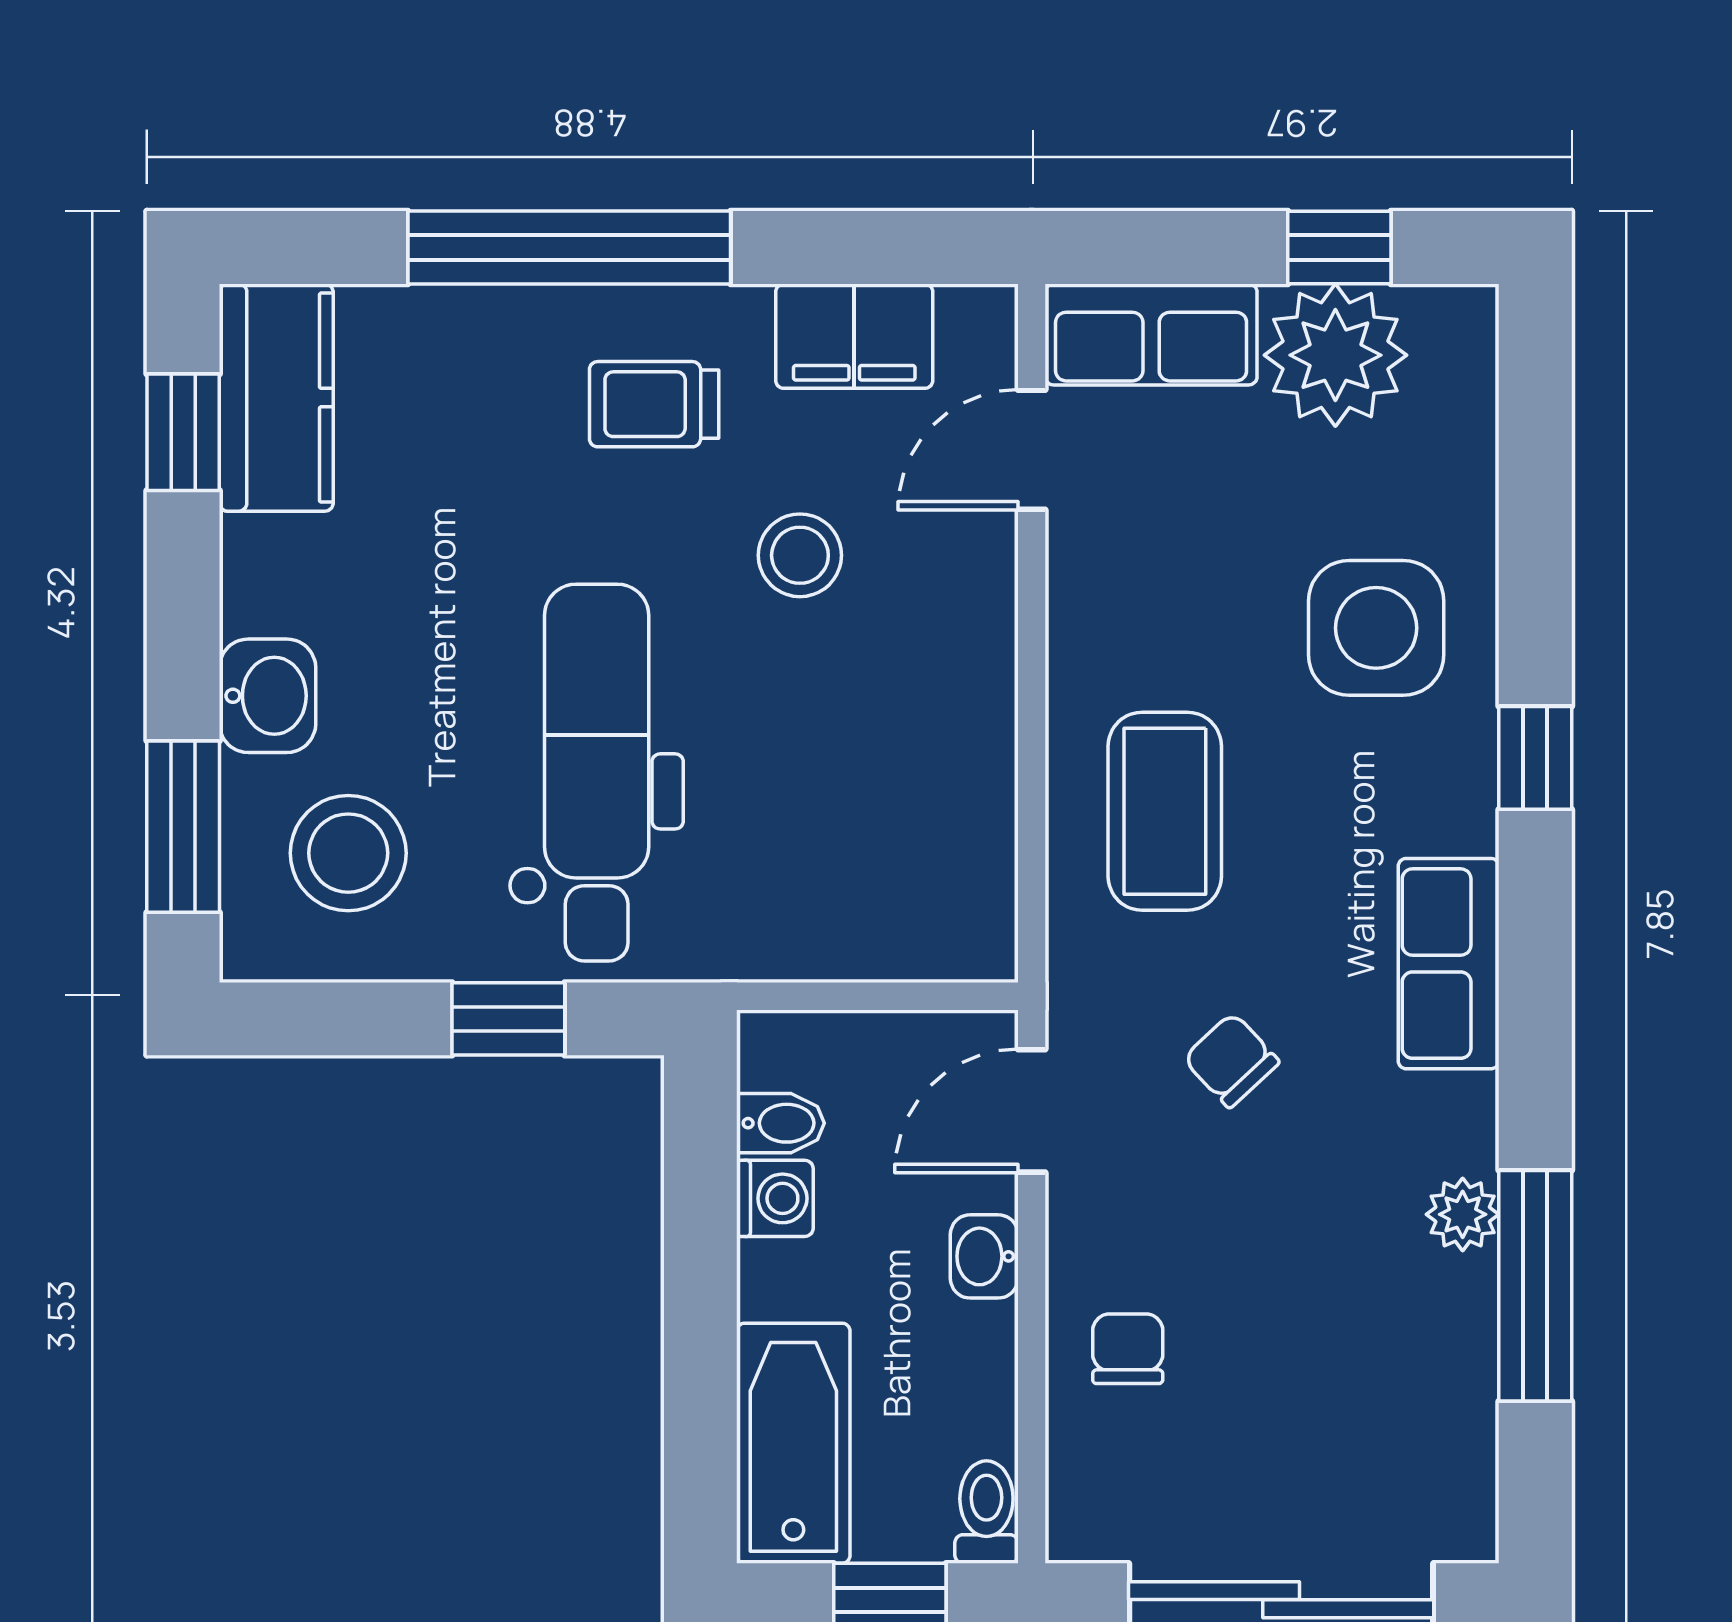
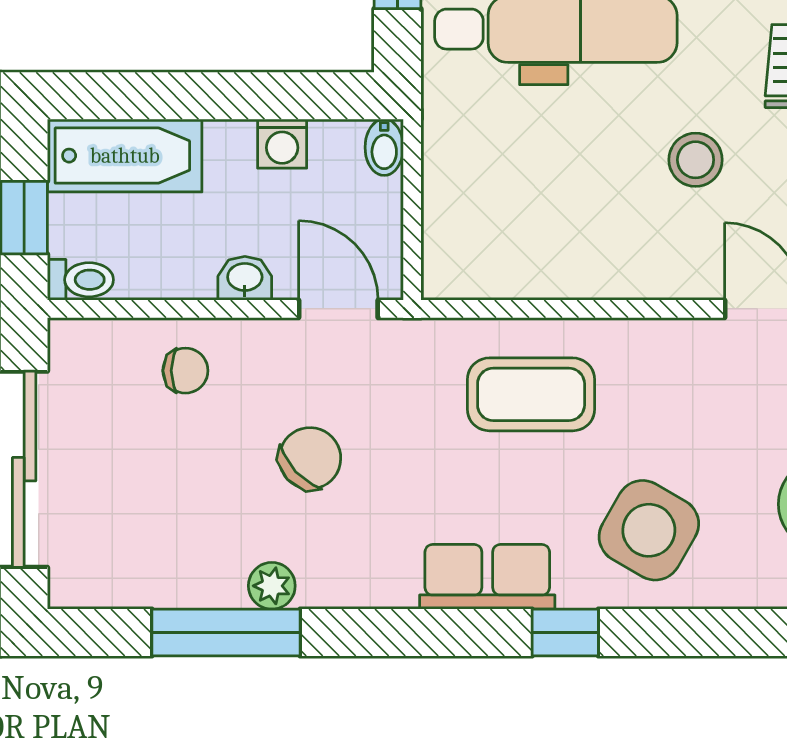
side table: (1376, 628) -> (649, 530), turned 30
row of seats: (1449, 964) -> (487, 577), moved
chair: (1231, 1060) -> (310, 458), moved, width x1.37, depth x1.37
bidet: (780, 1123) -> (384, 147), moved

